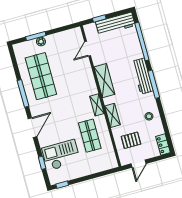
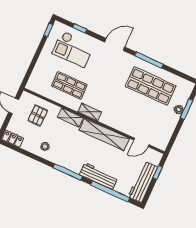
door: (88, 49) -> (141, 142), swing flipped
workbench: (143, 76) -> (99, 176), moved
shelving: (104, 81) -> (104, 134), width x1.47
door: (32, 128) -> (115, 44), swing flipped
checkout: (61, 155) -> (73, 49), turned 90

